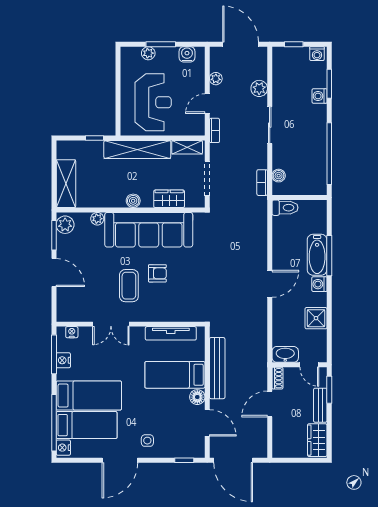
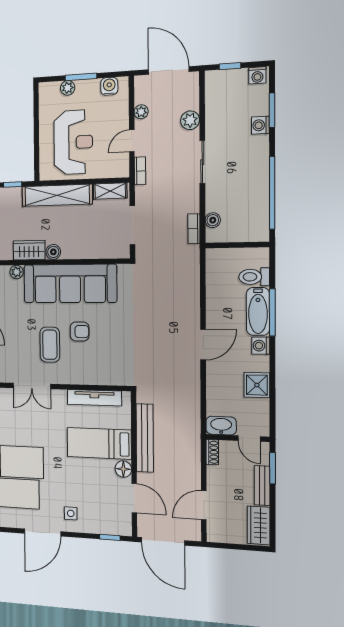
wardrobe: (169, 199) -> (29, 250), moved
toilet: (285, 208) -> (254, 277), moved, turned 180
door: (270, 404) -> (204, 505), moved

